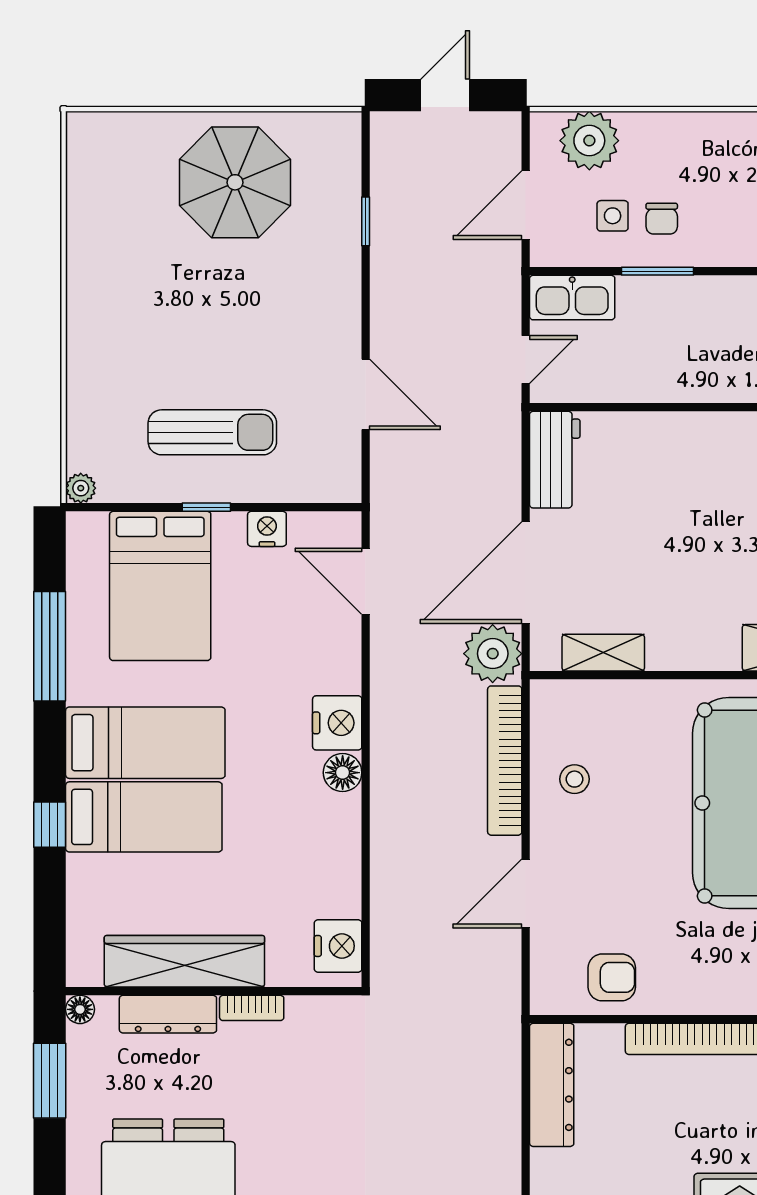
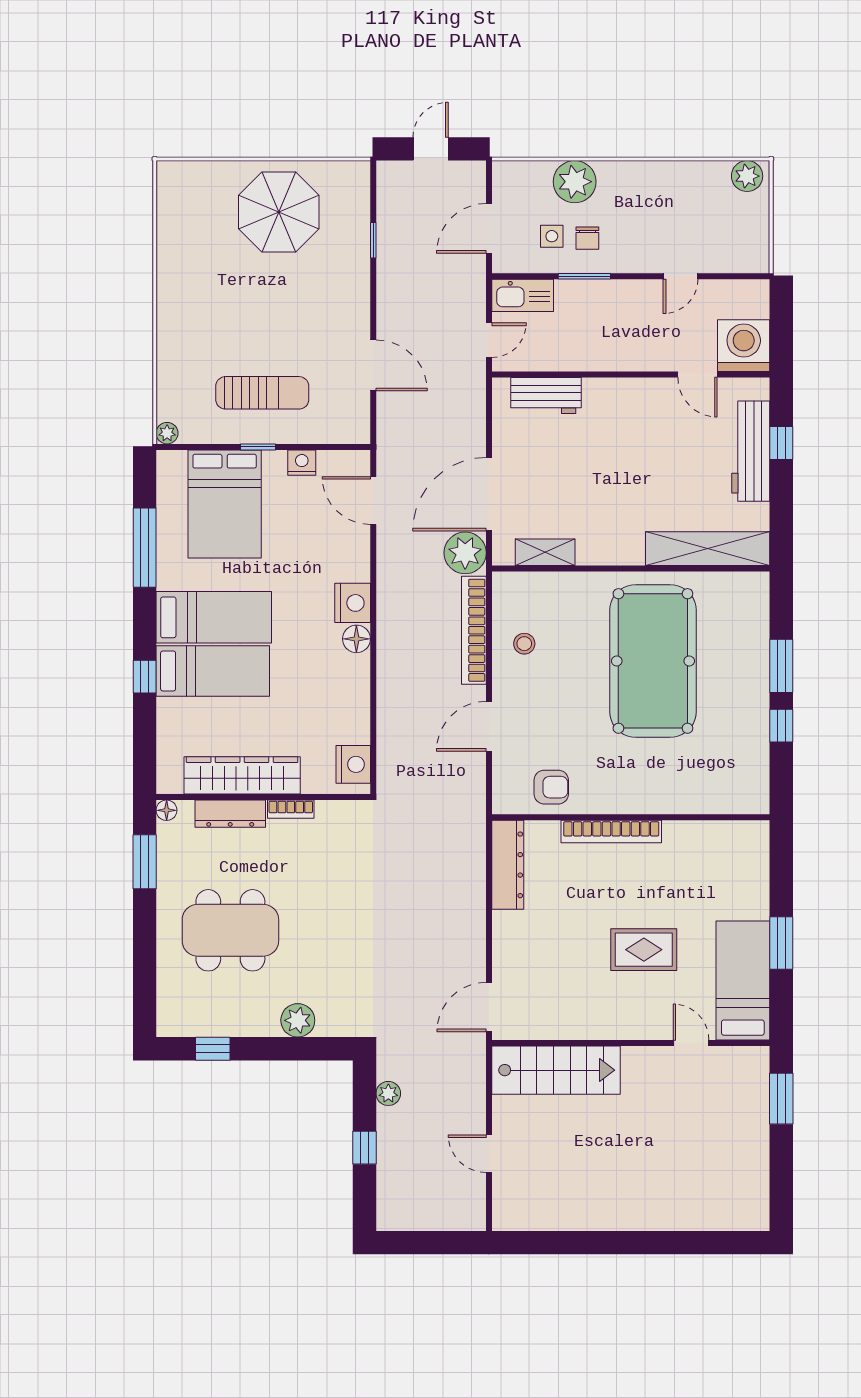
plant: (589, 141) -> (575, 182), moved
workbench: (555, 460) -> (546, 396), moved, turned 90

